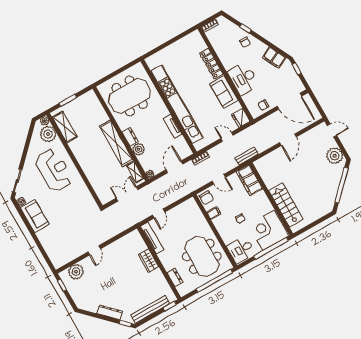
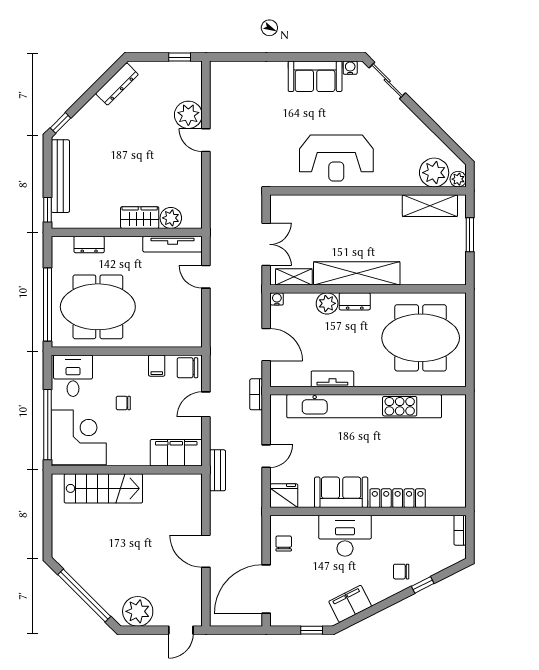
meeting table: (130, 96) -> (421, 338), turned 90
reception desk: (54, 170) -> (336, 158), moved
plant: (140, 246) -> (171, 218), added
plant: (76, 272) -> (188, 115), moved
dresser: (110, 312) -> (117, 84), moved

